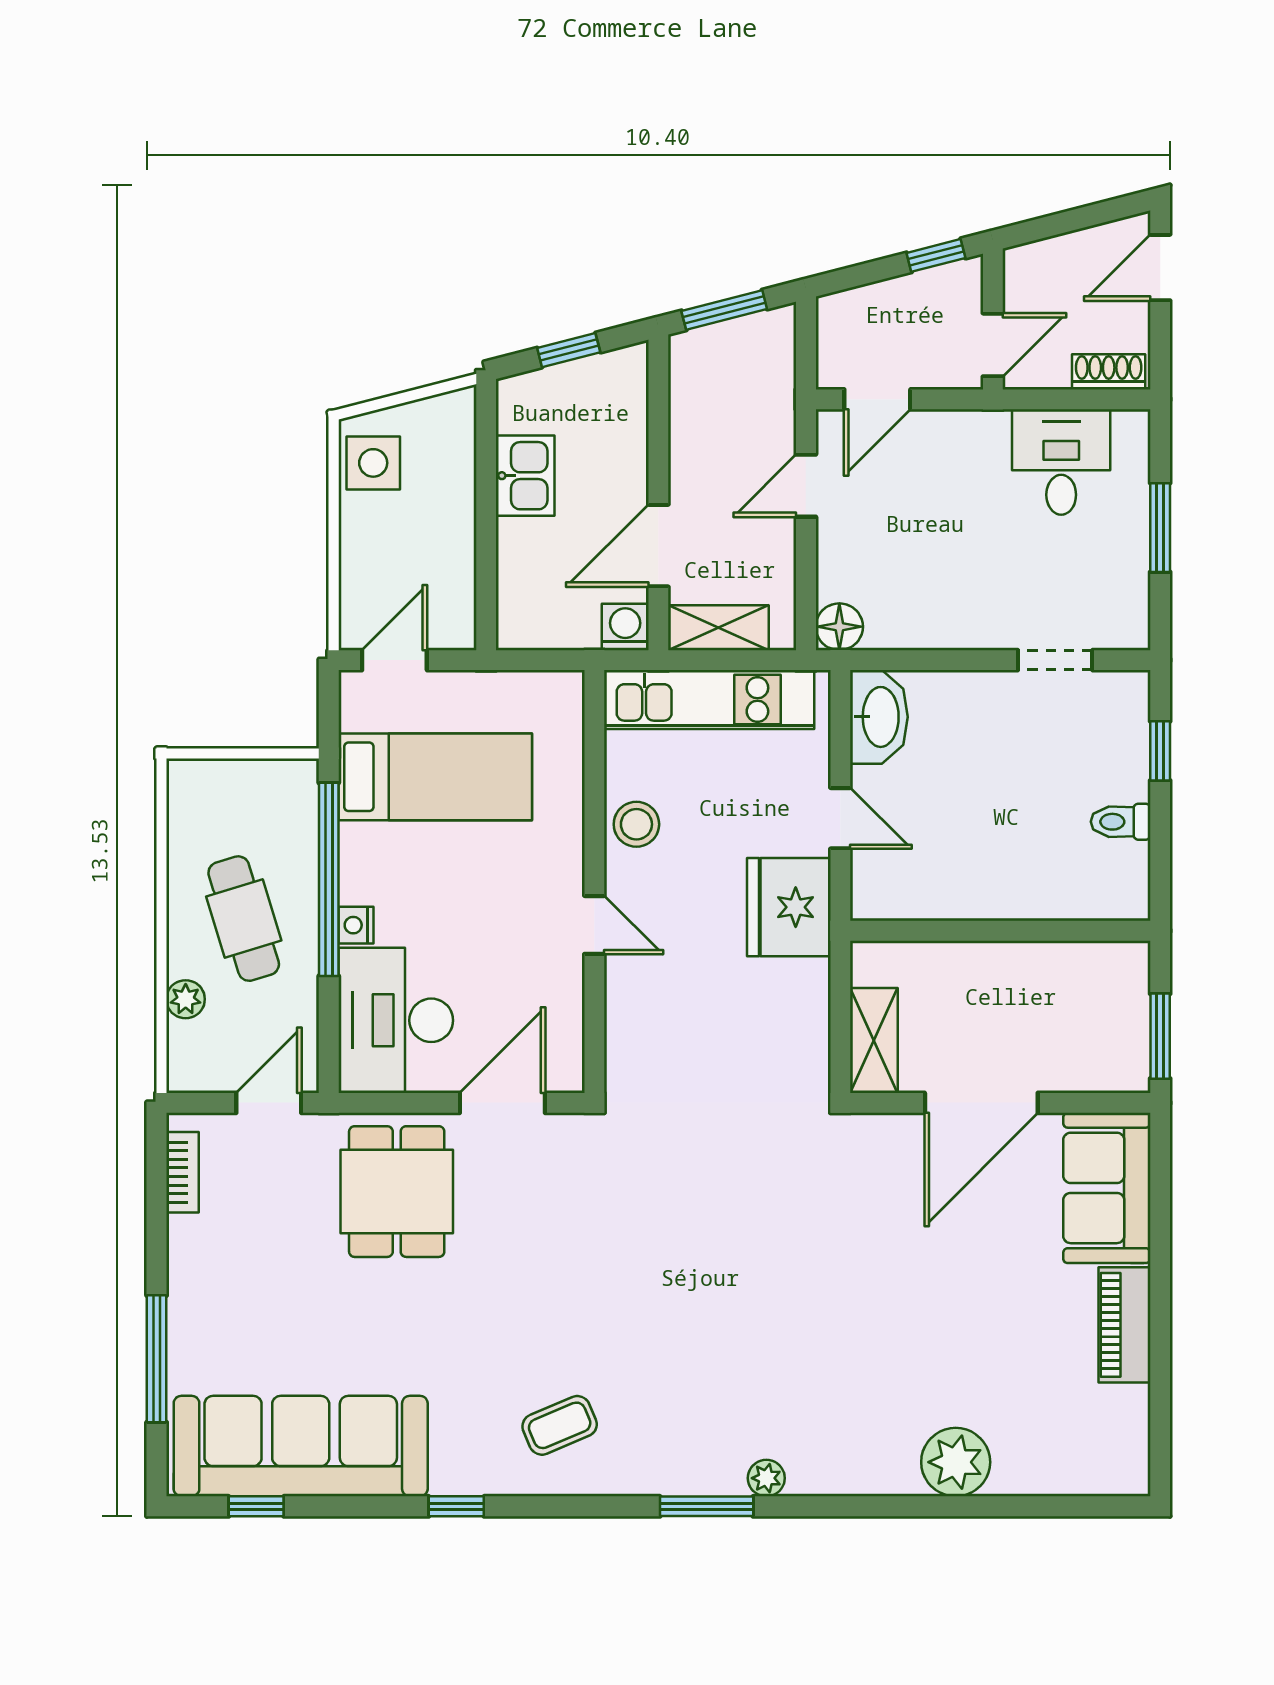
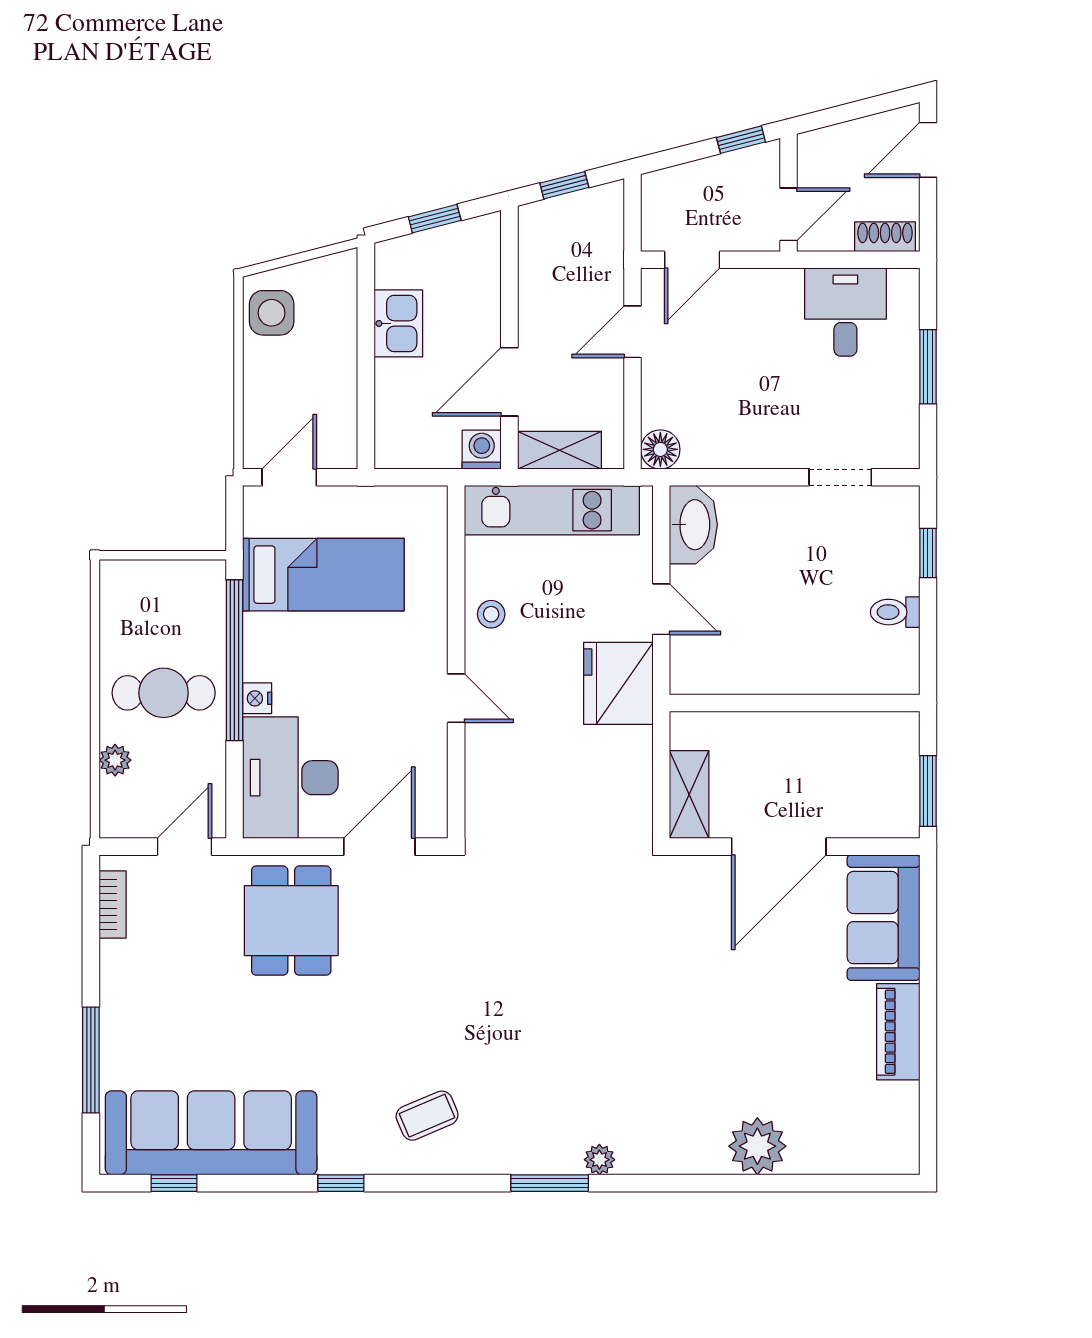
window: (724, 310) -> (564, 185), width x0.67
stool: (636, 824) -> (491, 614), width x0.73, depth x0.73
cafe table: (244, 919) -> (164, 693), turned -73

